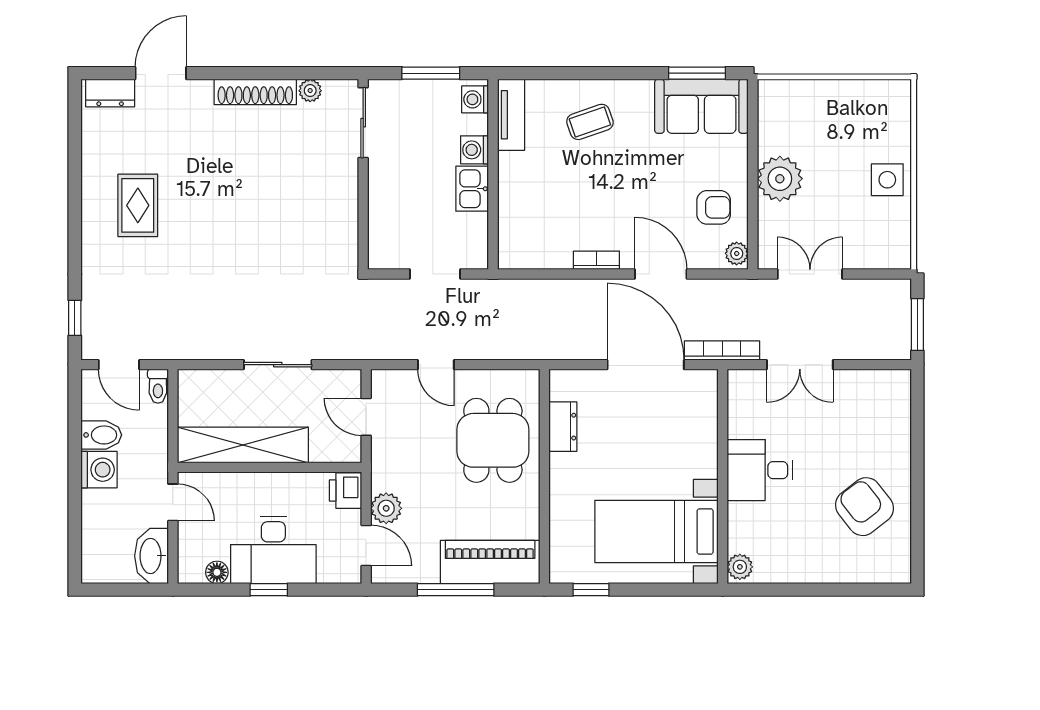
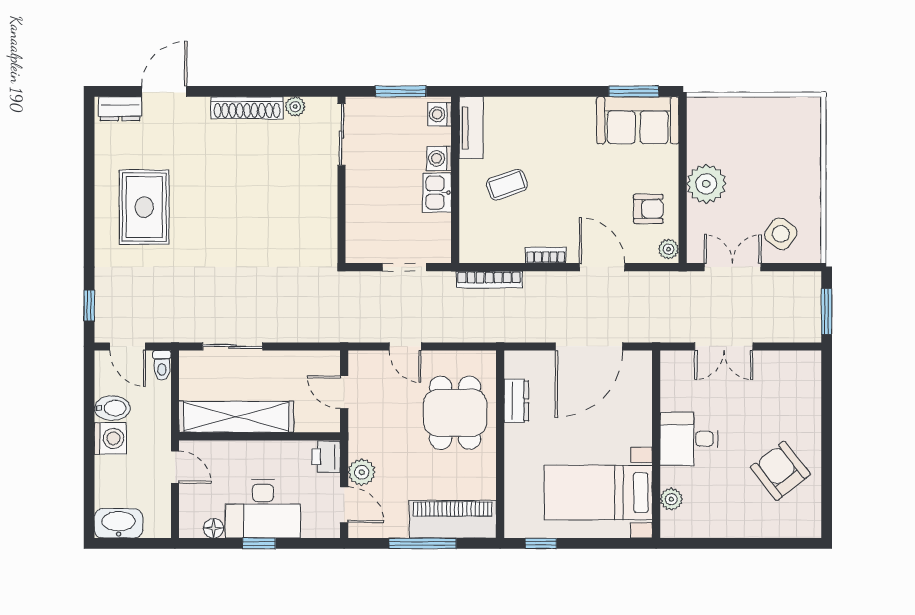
coffee table: (590, 122) -> (507, 185), moved
side table: (887, 180) -> (781, 234), moved, turned 35
rug: (138, 205) -> (144, 207), width x1.36, depth x1.43
bookcase: (722, 350) -> (489, 280), moved, turned 180
sliding door: (278, 365) -> (233, 346), moved
door: (646, 365) -> (589, 346), swing flipped
washbasin: (151, 556) -> (118, 523), moved, turned 90
plant: (740, 567) -> (671, 499), moved

